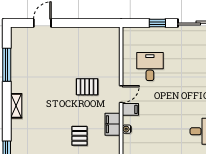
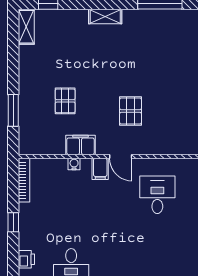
desk: (150, 67) -> (157, 195), turned -90
pallet: (79, 136) -> (65, 101), turned 90

